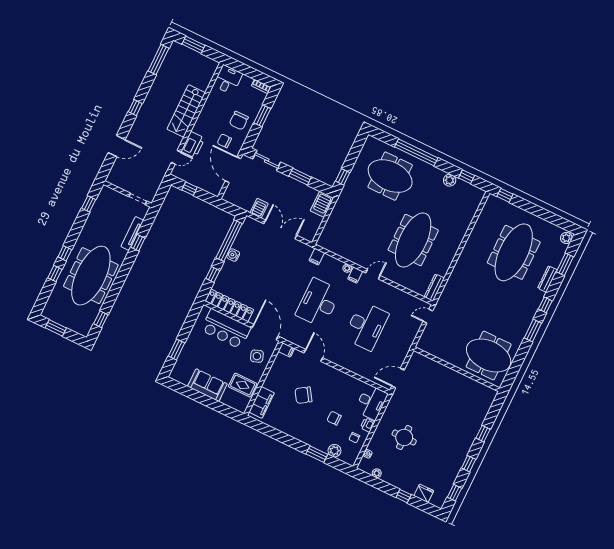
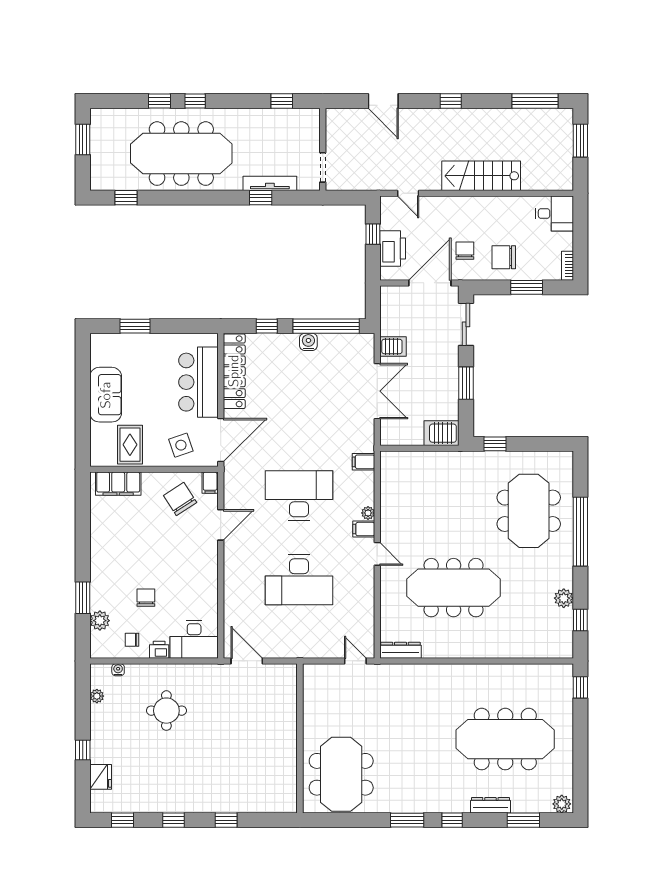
printer: (193, 145) -> (393, 249), moved, turned -90
chair: (303, 395) -> (180, 499), moved

